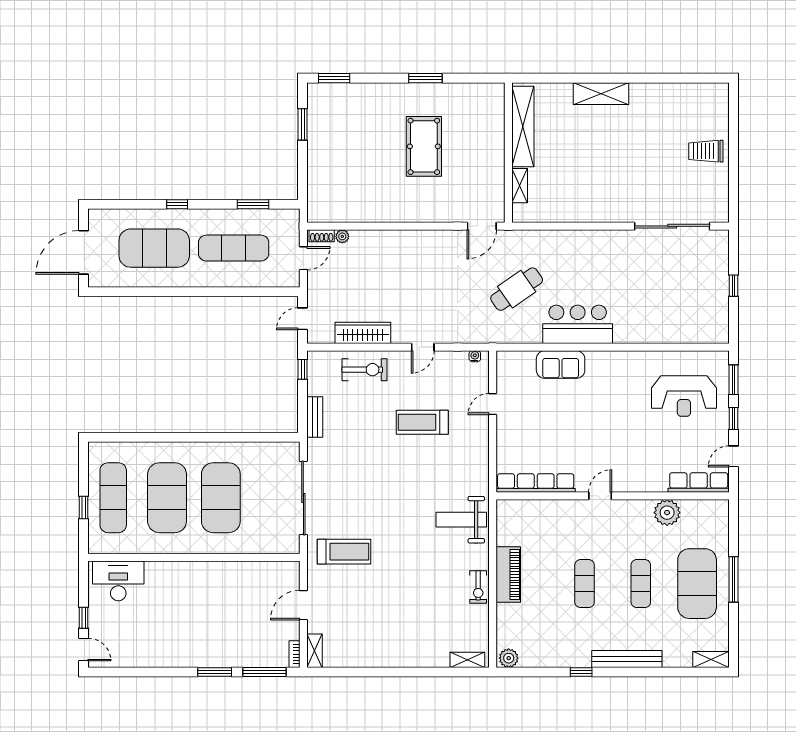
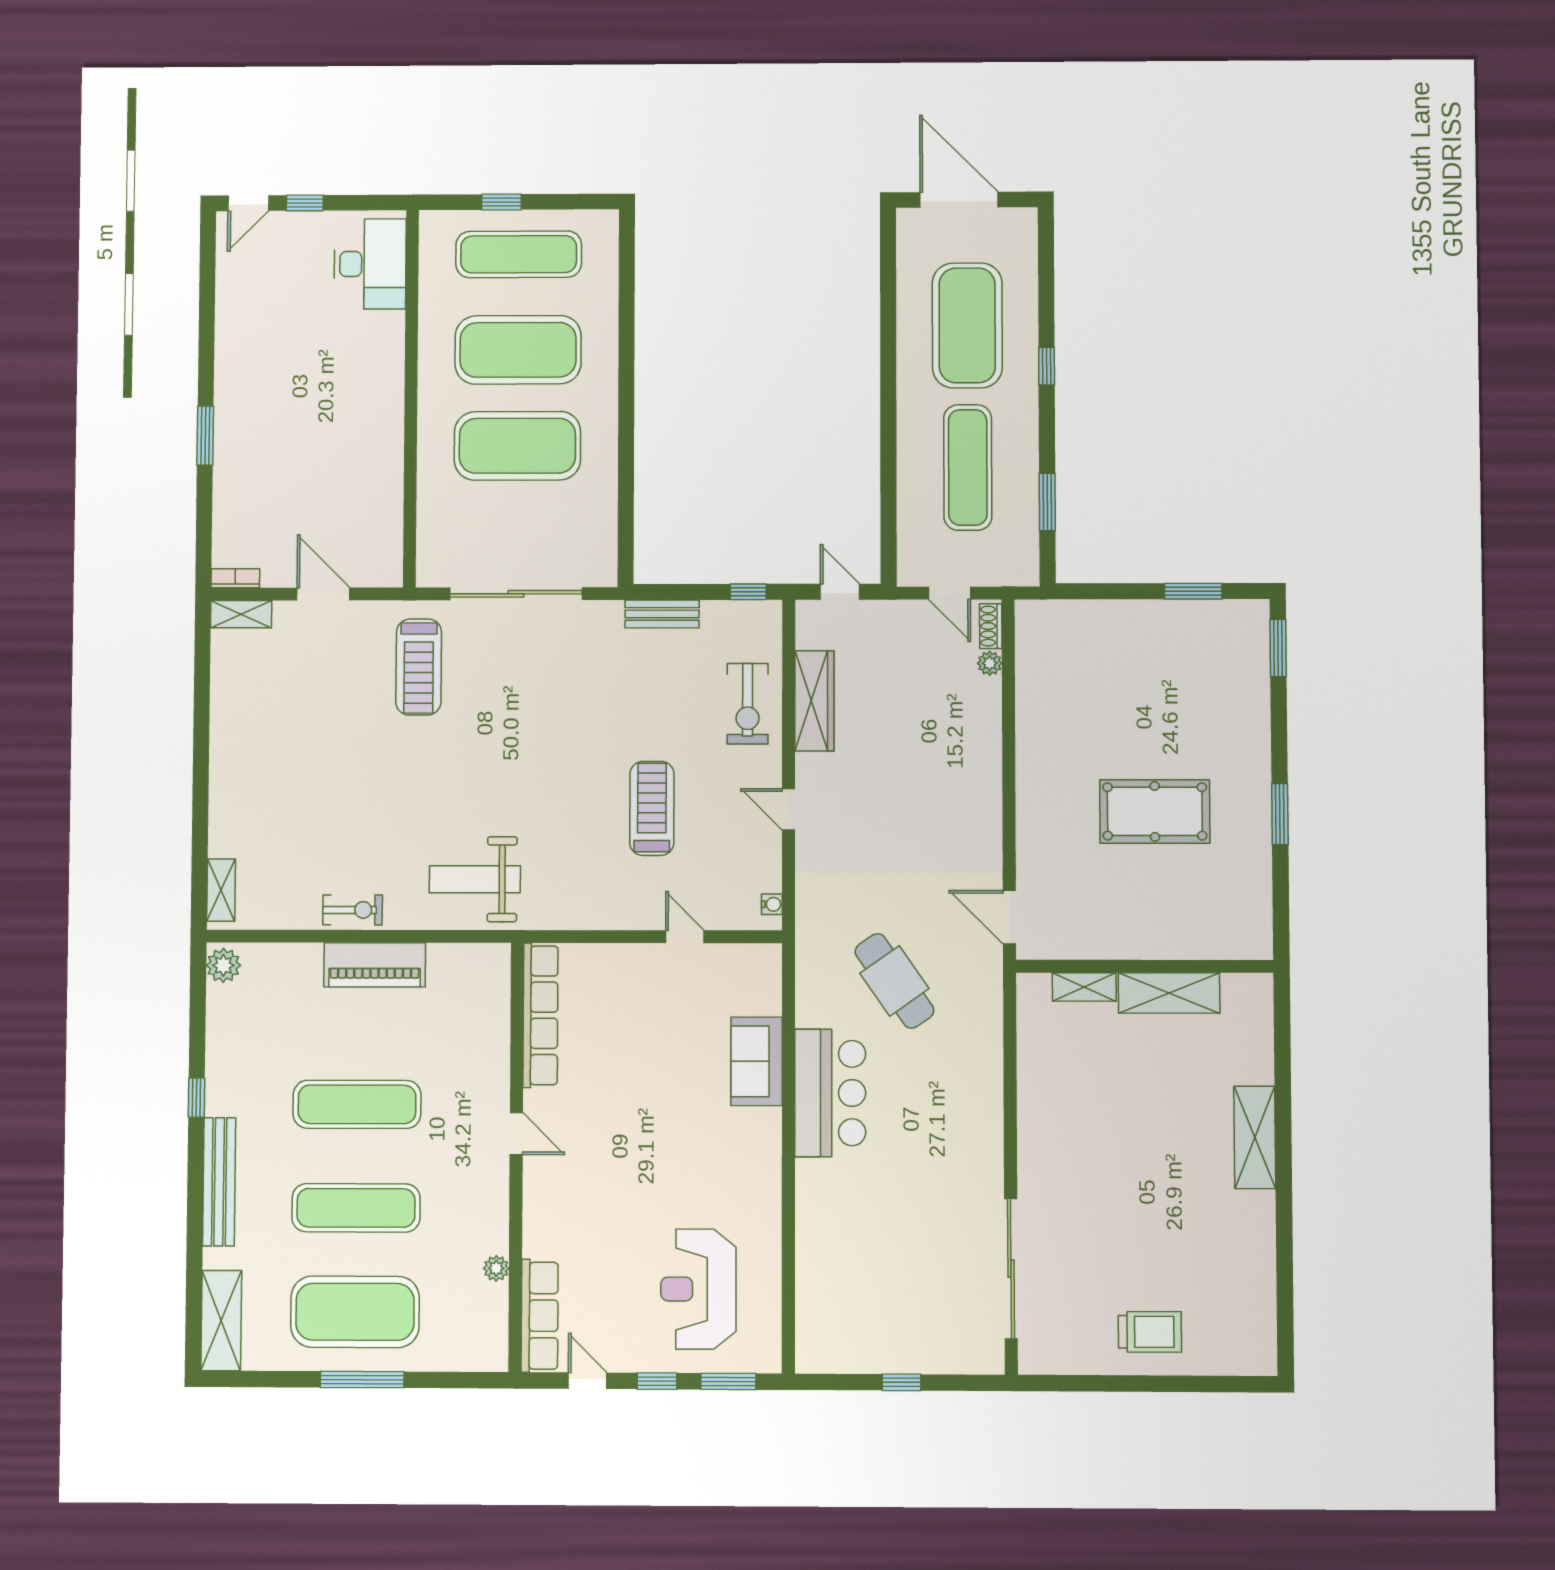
shelving: (523, 127) -> (1169, 993), width x0.68
trolley: (706, 151) -> (1150, 1332), turned 90
plant: (667, 513) -> (496, 1268), width x0.53, depth x0.53
weight bench: (461, 520) -> (475, 879), turned -90
exercise mat: (585, 584) -> (357, 1104), width x1.36, depth x1.45
exercise mat: (641, 584) -> (356, 1208), width x1.36, depth x1.45
exercise bike: (478, 587) -> (353, 910), turned 180
shelving: (711, 660) -> (221, 1320), width x1.50, depth x1.33
window: (264, 672) -> (204, 524), removed

